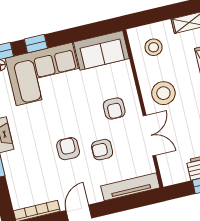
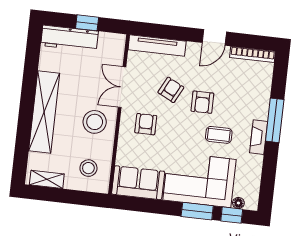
window: (36, 44) -> (197, 211), width x1.50
coffee table: (41, 123) -> (219, 135), added
armchair: (102, 150) -> (171, 90), turned -63

